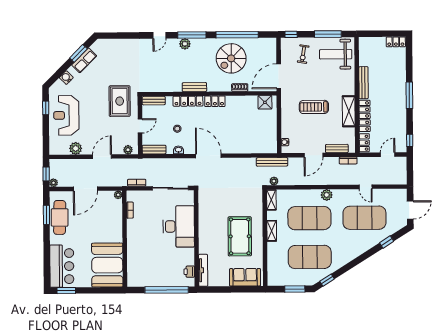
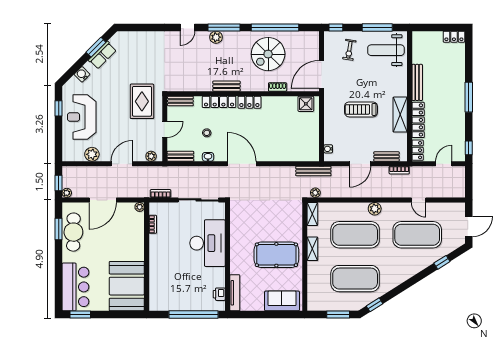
pool table: (240, 236) -> (276, 255), turned 90

